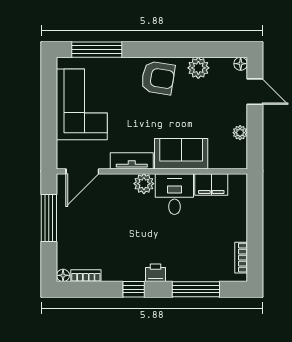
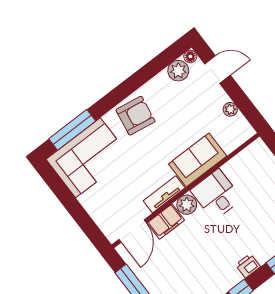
plant: (198, 68) -> (178, 71), moved
corner sofa: (82, 104) -> (88, 158), moved, turned 90
filing cabinet: (211, 184) -> (166, 222), moved

